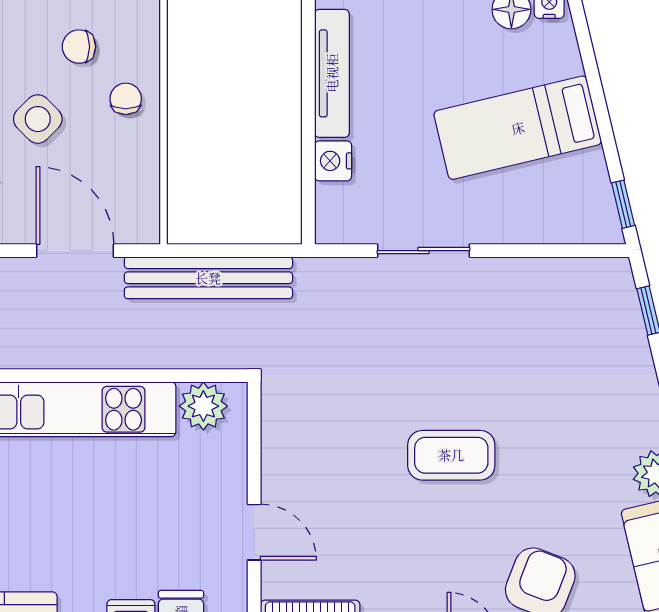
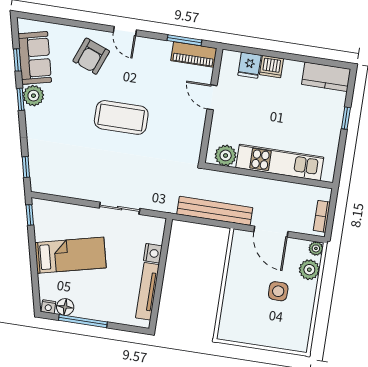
chair: (79, 47) -> (255, 320), removed
chair: (126, 99) -> (239, 294), removed
side table: (38, 119) -> (278, 291), turned 45
coffee table: (451, 455) -> (121, 117), width x1.36, depth x1.32

